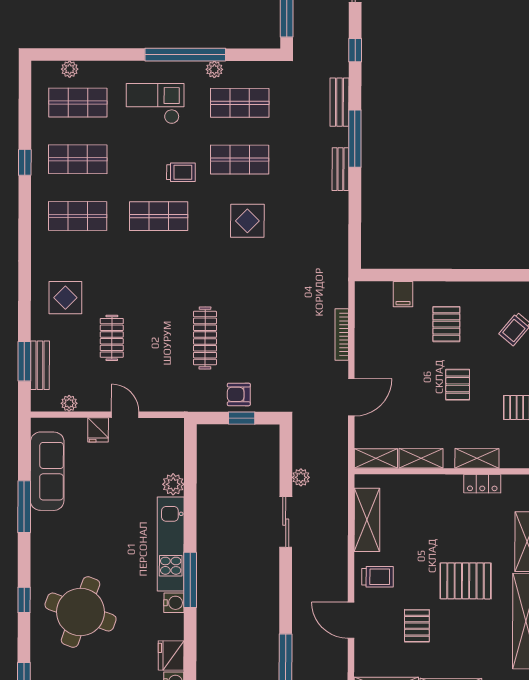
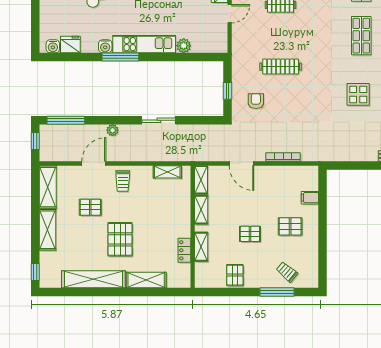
armchair: (239, 394) -> (256, 101), moved
plant: (301, 477) -> (113, 130), moved
shelving: (367, 520) -> (167, 172), width x0.67, depth x0.75

